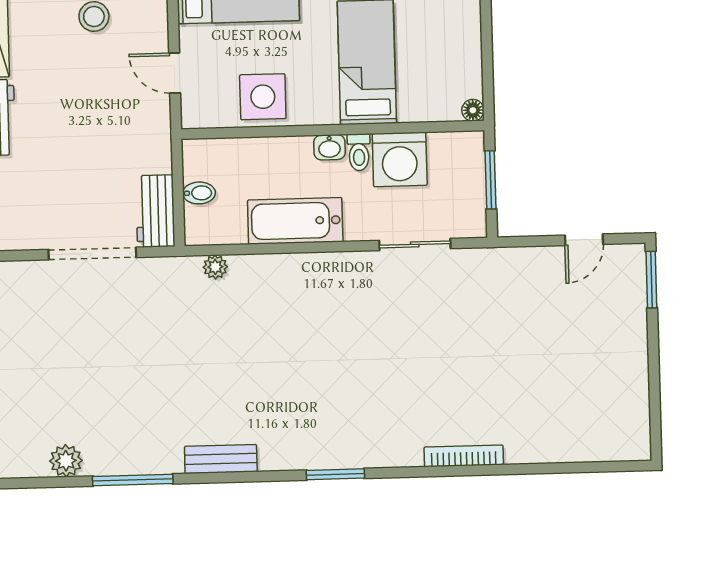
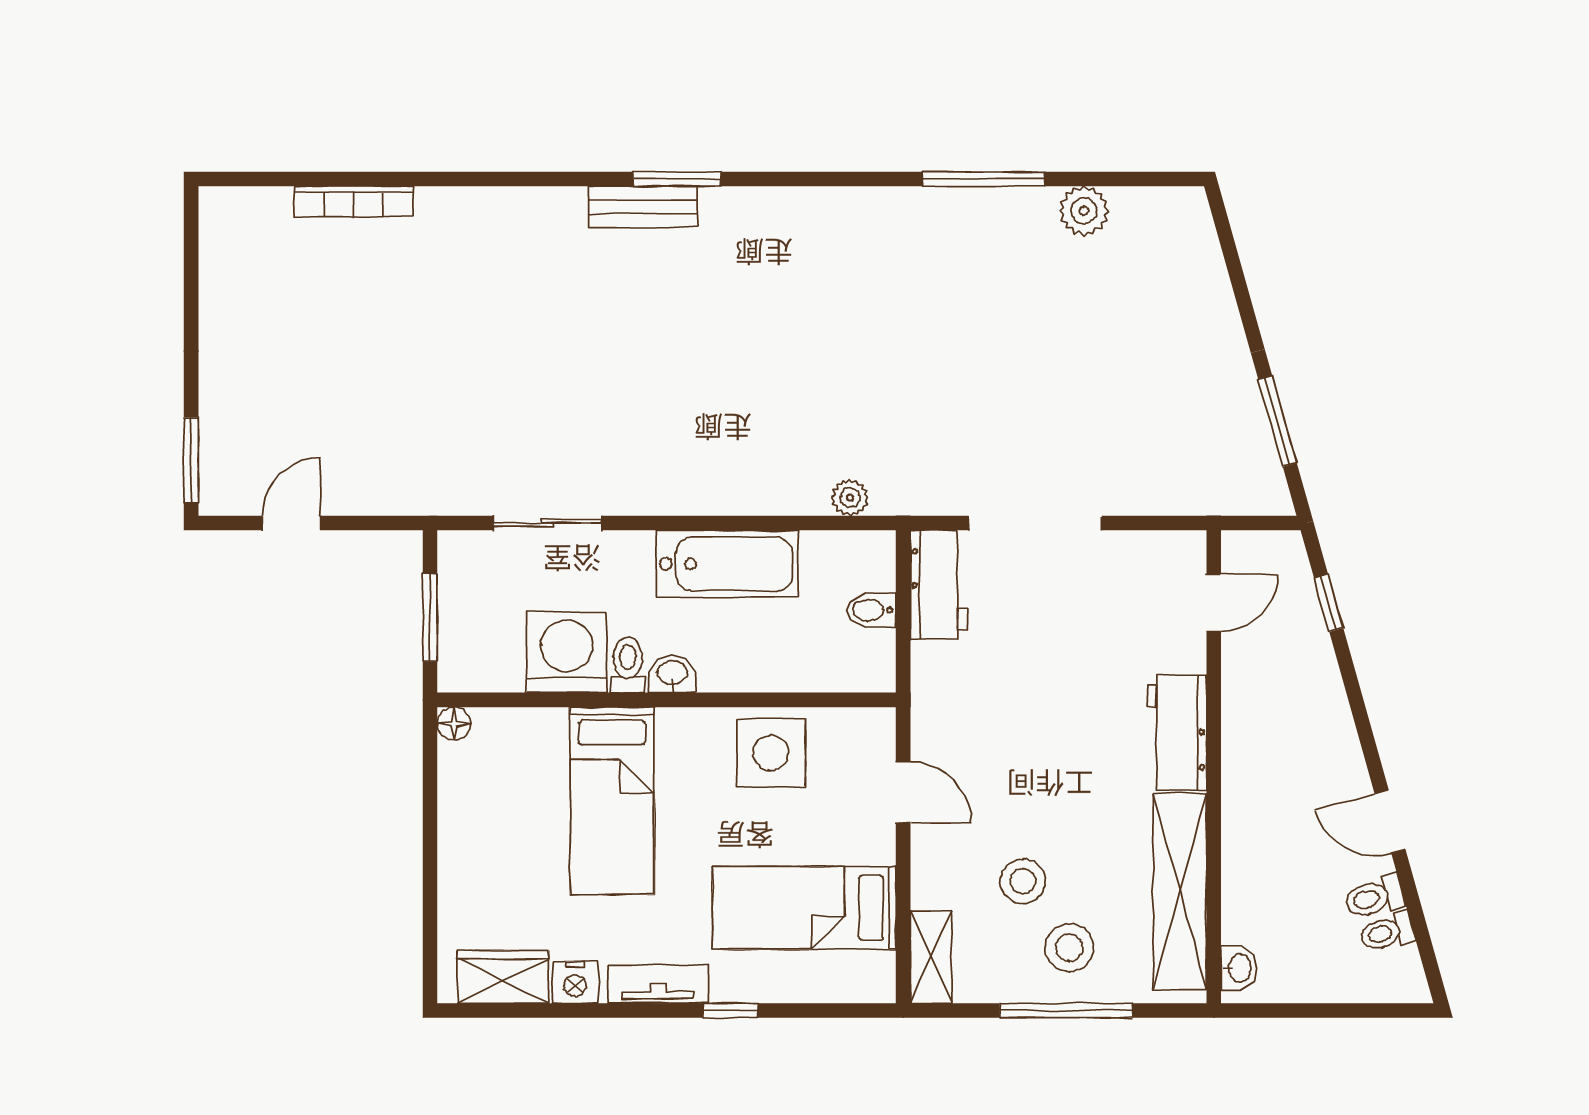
bookcase: (464, 456) -> (354, 201), moved
bench: (221, 459) -> (644, 207), moved

